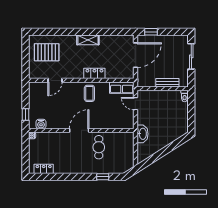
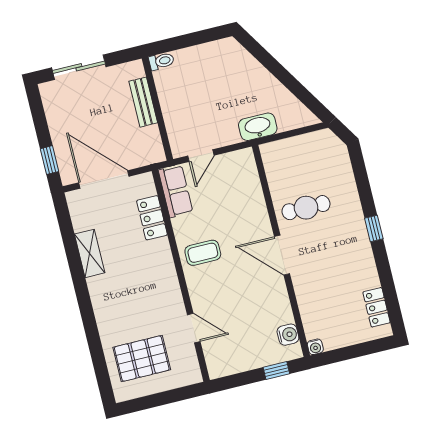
shelving: (88, 40) -> (90, 253), moved
pallet: (47, 52) -> (142, 359), turned 90
locker: (94, 73) -> (152, 218), moved
window: (103, 177) -> (374, 228), moved

